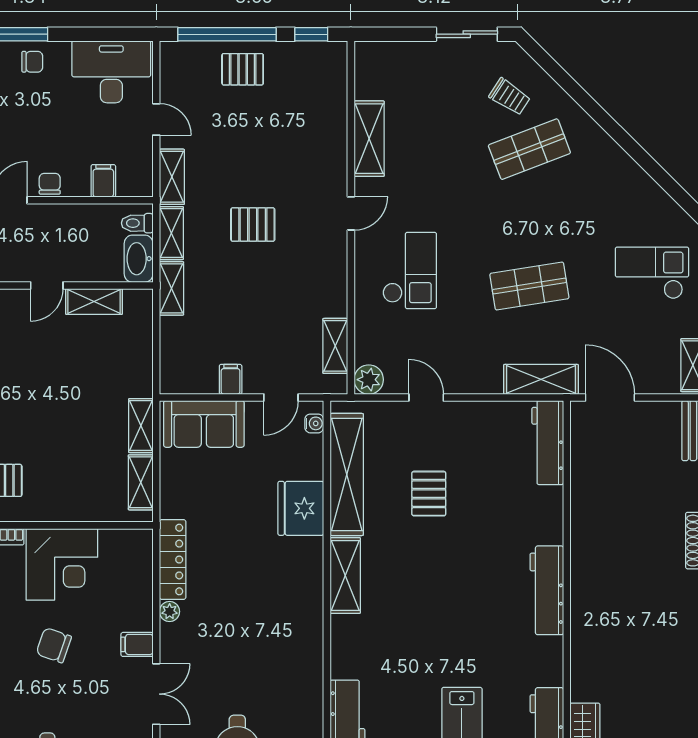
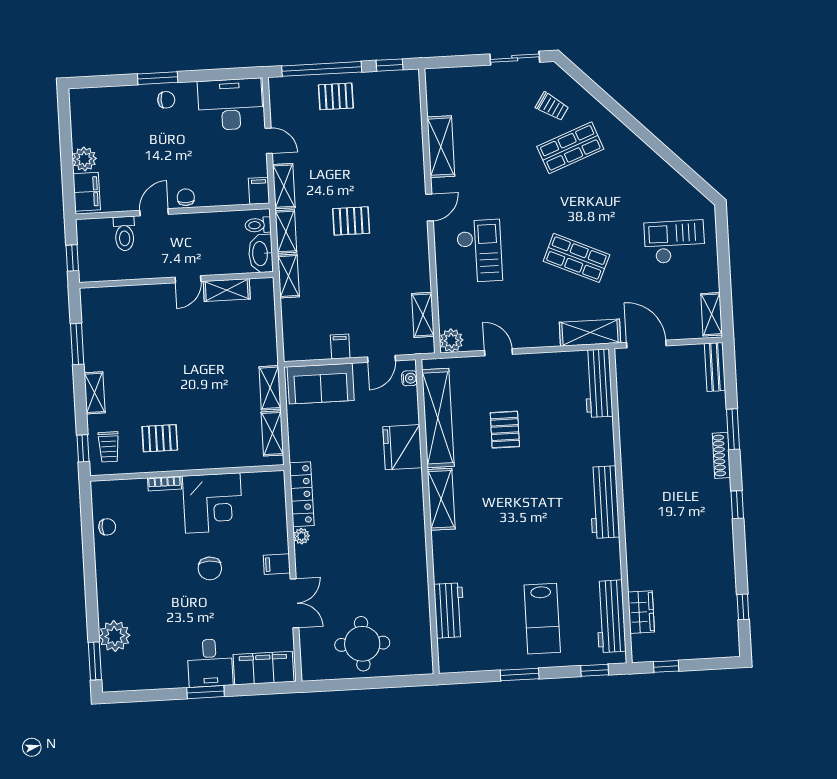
filing cabinet: (103, 181) -> (259, 191), moved
shop shelf: (529, 286) -> (576, 258), turned 33
chair: (54, 645) -> (210, 568), turned -109

